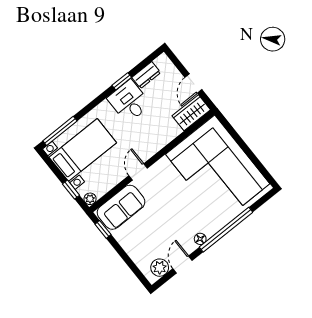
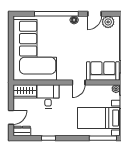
dresser: (146, 75) -> (22, 131), moved
door: (193, 83) -> (11, 117), moved
desk: (129, 101) -> (48, 96), moved, turned 180

